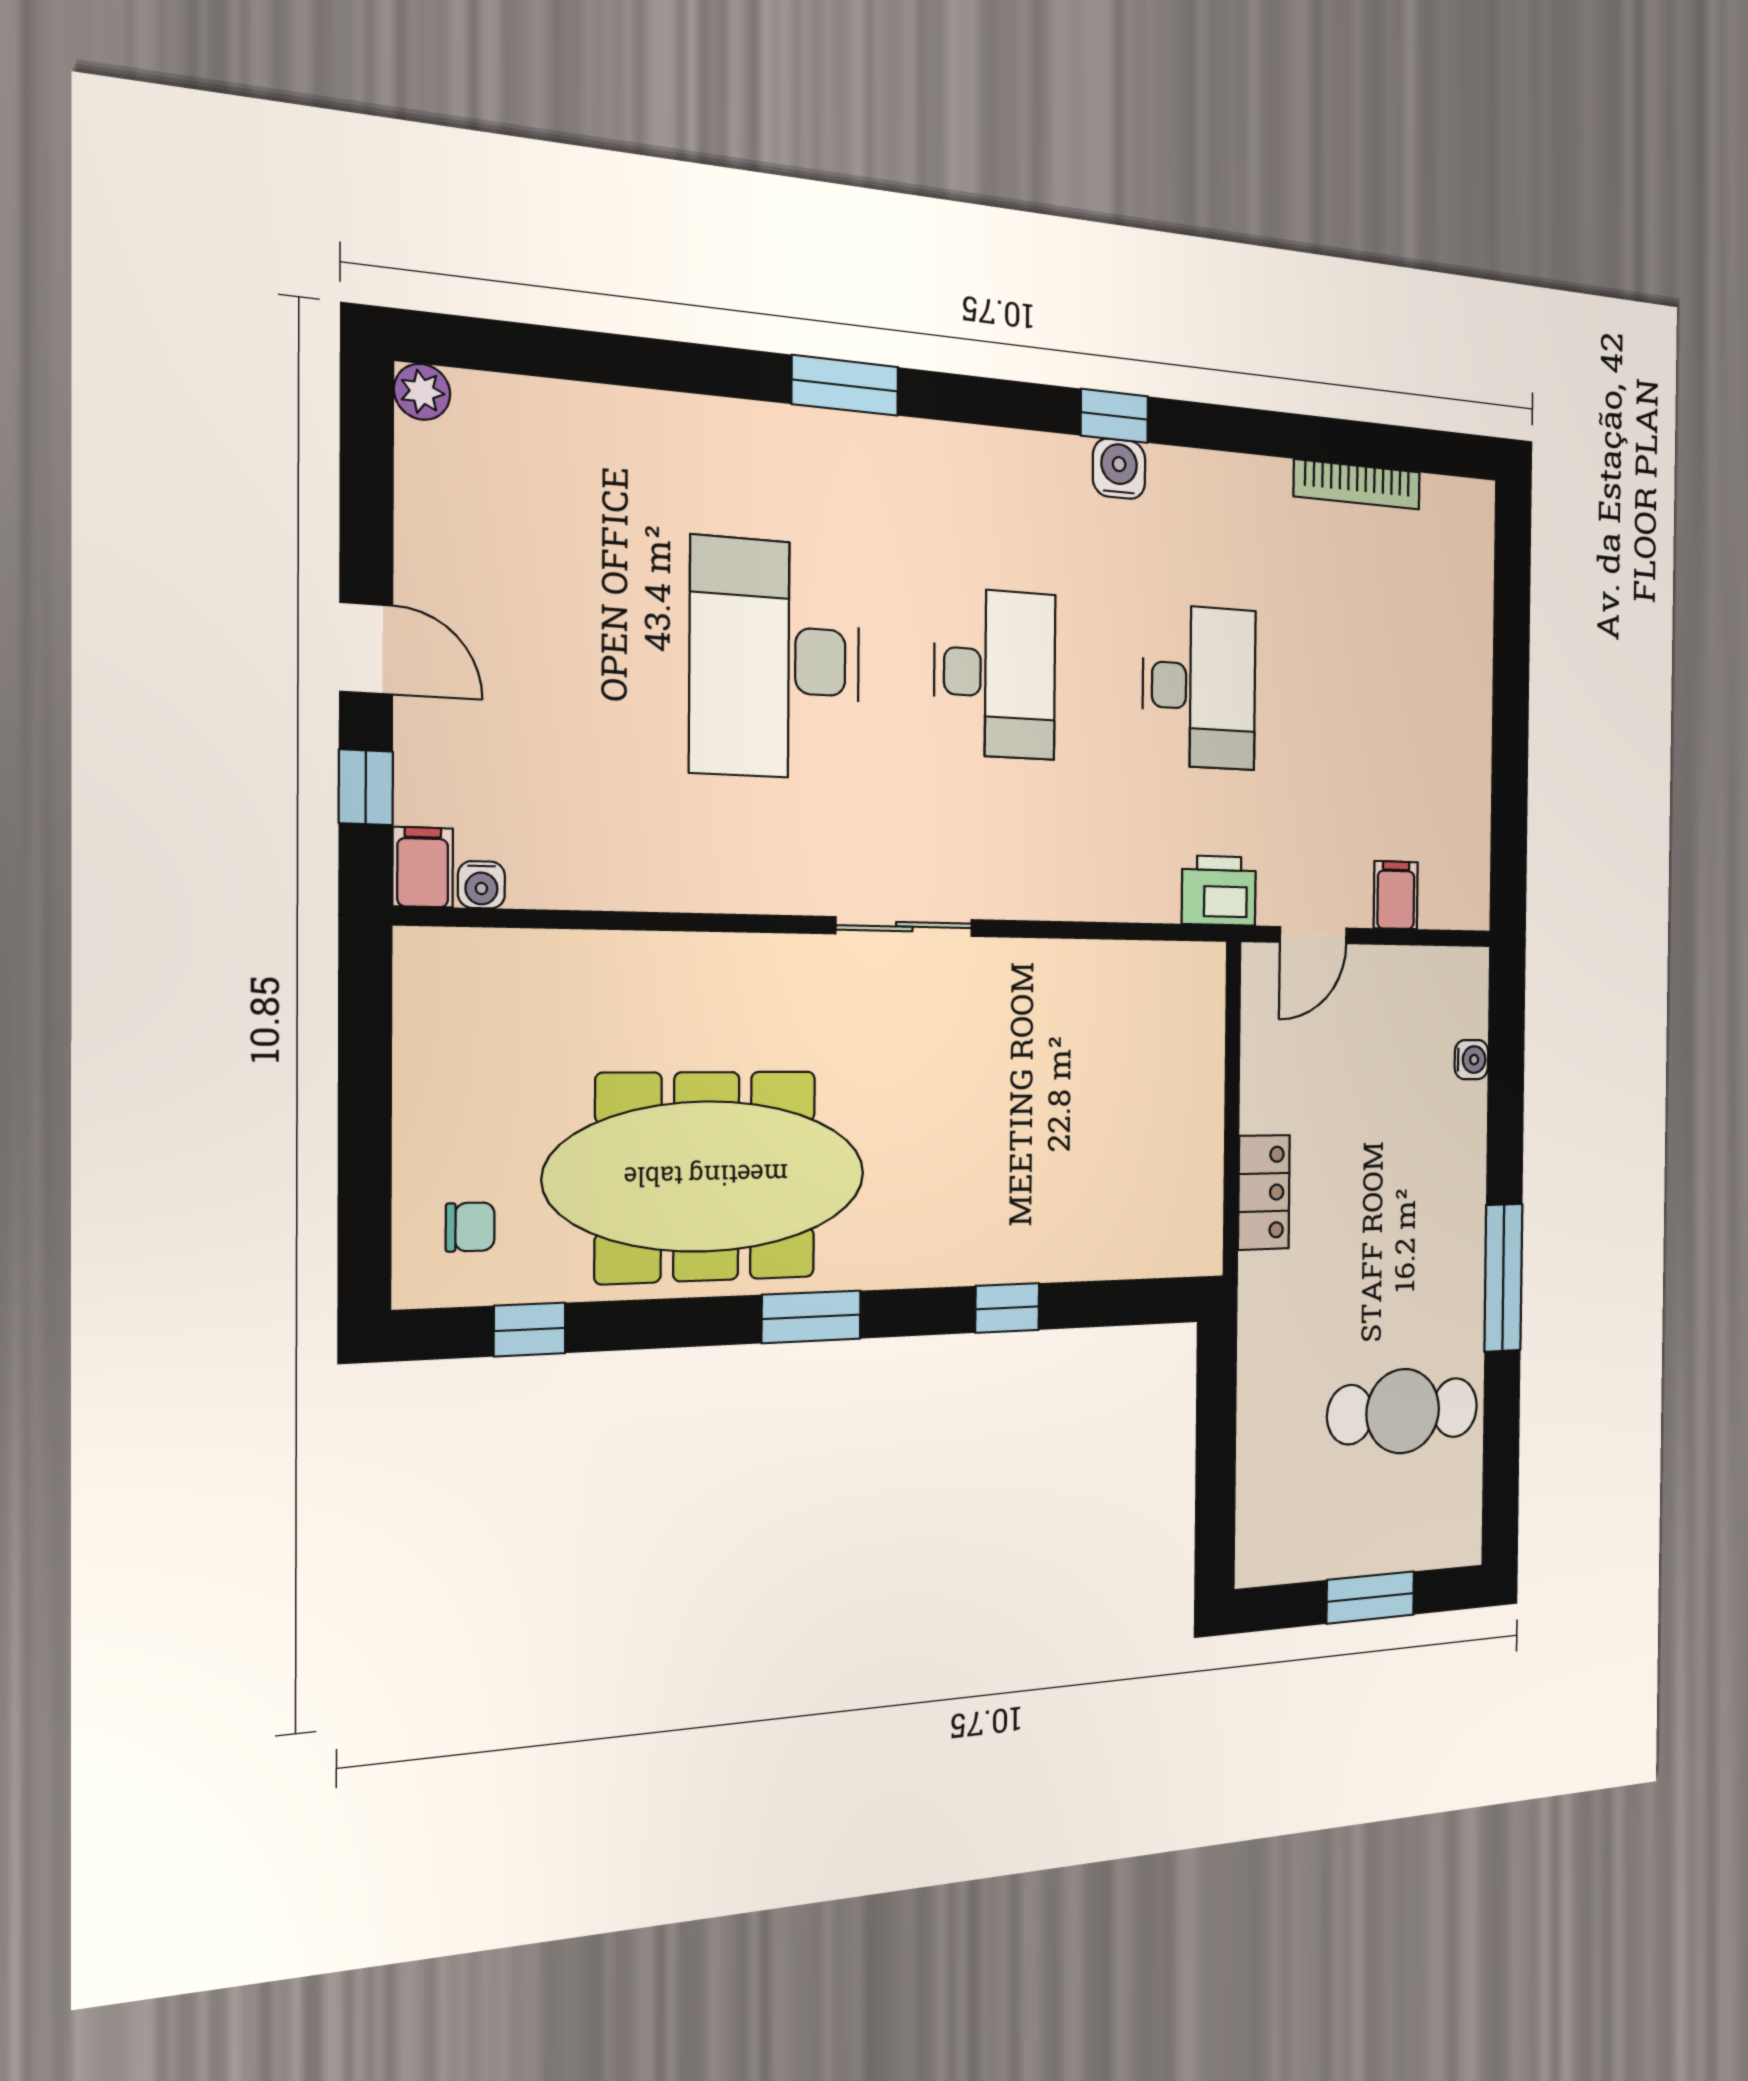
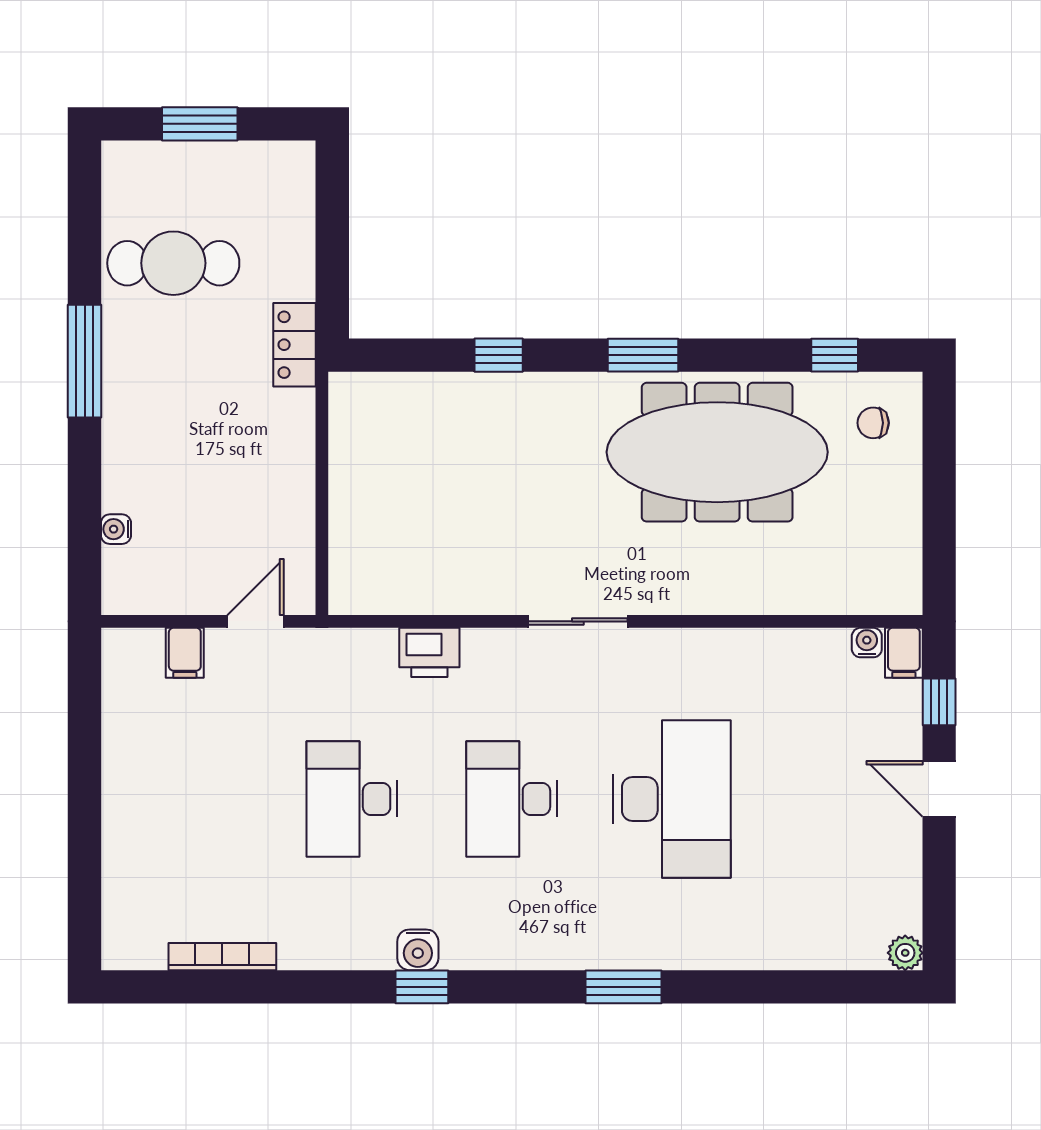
printer: (1219, 891) -> (429, 652), moved
locker: (1264, 1192) -> (295, 345), moved

